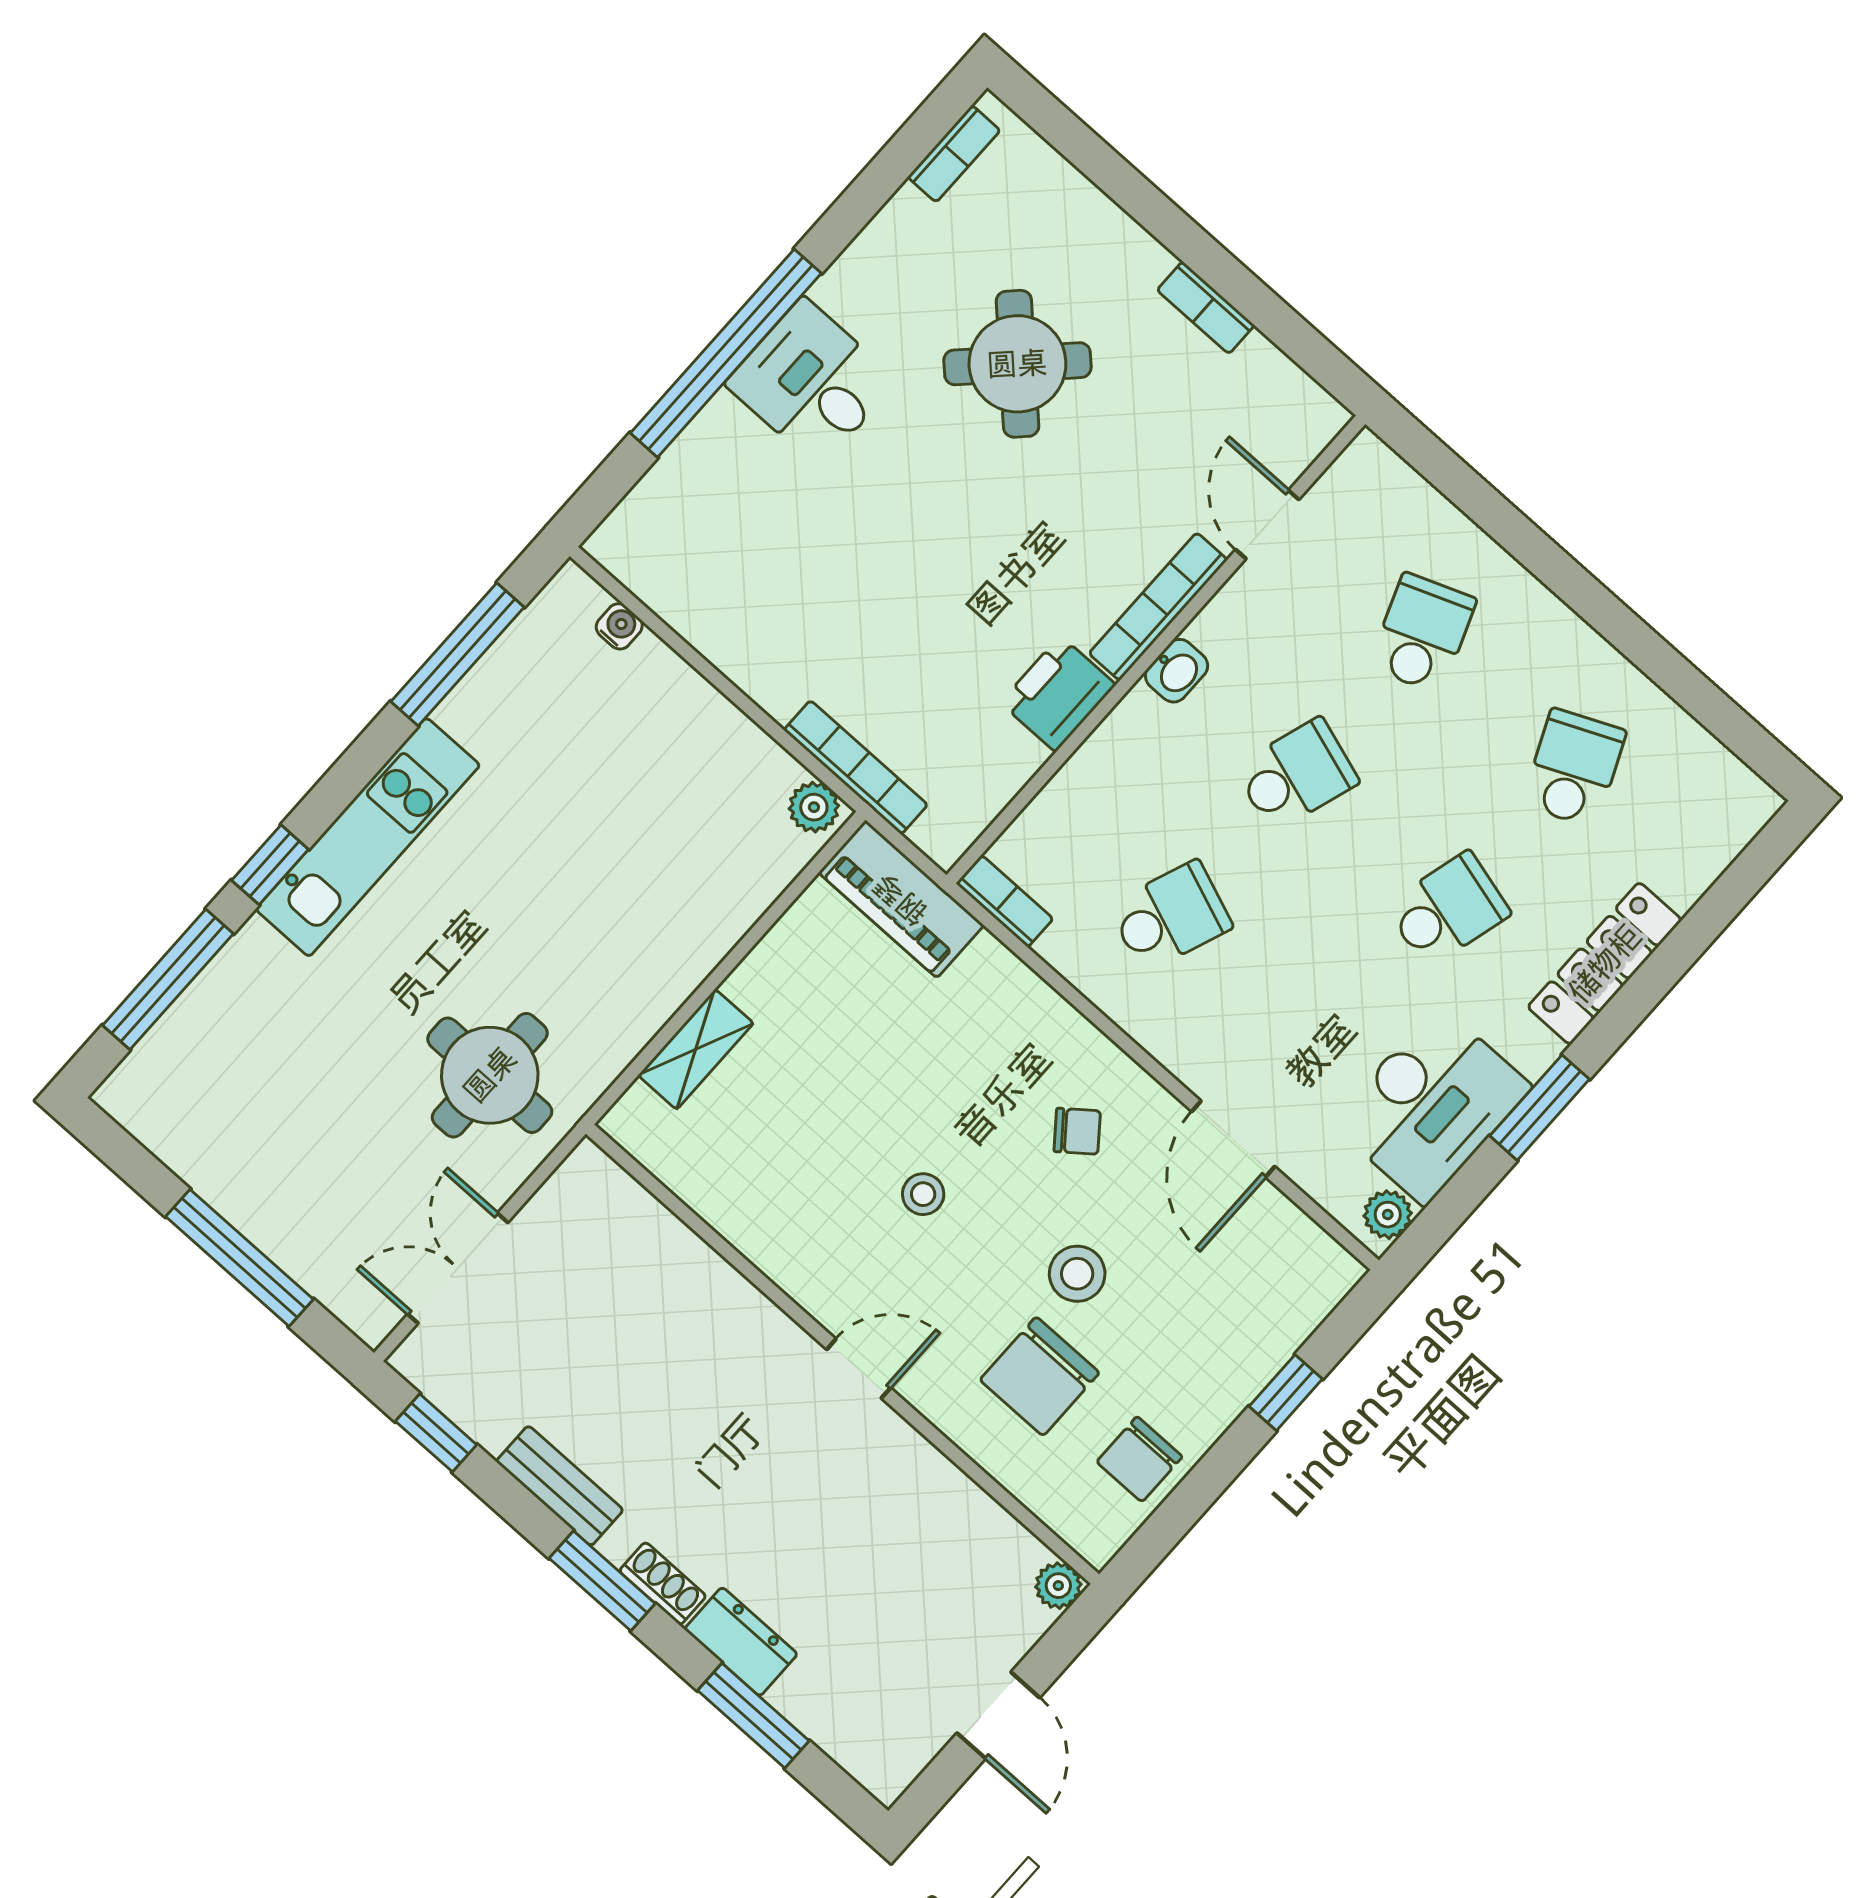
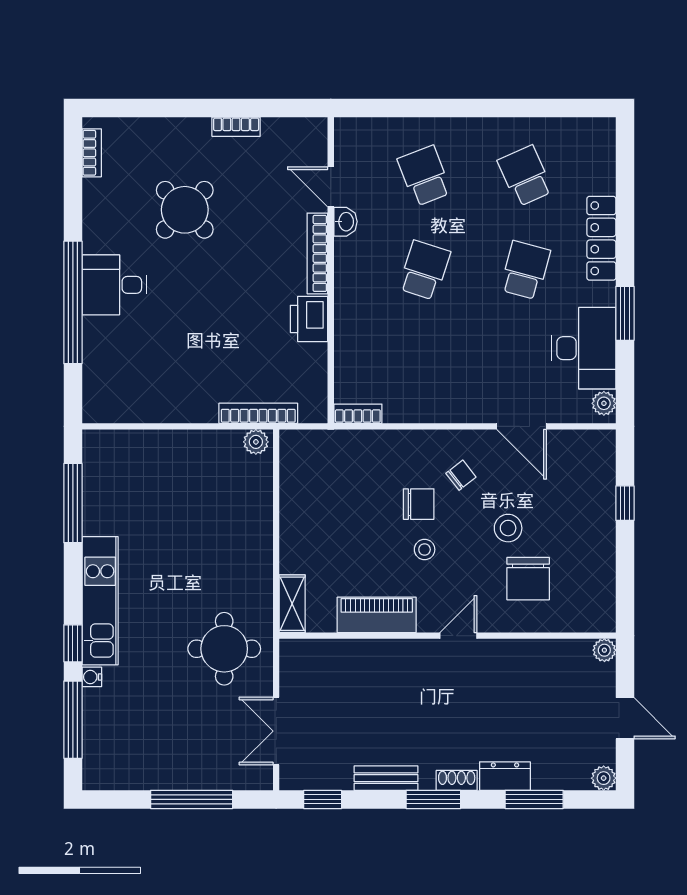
water cooler: (619, 626) -> (92, 677), moved, turned -90
washbasin: (1177, 671) -> (345, 222), moved
piano: (901, 899) -> (377, 615), moved, turned 180
school desk: (1170, 916) -> (424, 364), removed
shelving: (696, 1049) -> (292, 604), moved
chair: (1139, 1459) -> (419, 504), moved, turned -90
plant: (886, 1777) -> (604, 778), added

